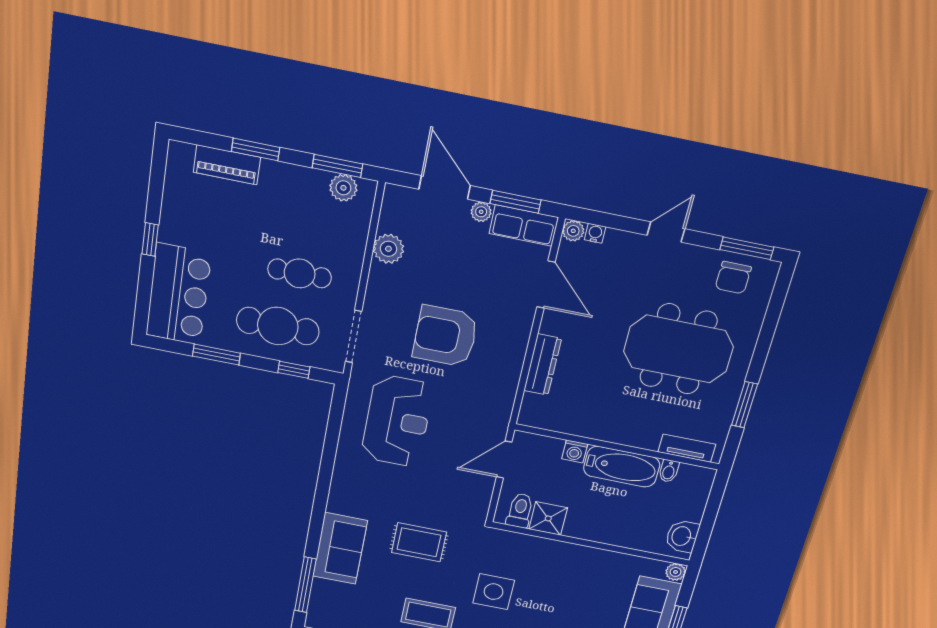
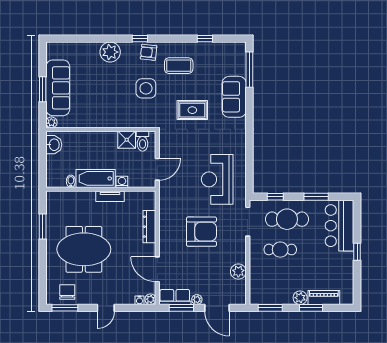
plant: (343, 188) -> (300, 298), moved
tv unit: (687, 448) -> (110, 196), moved

